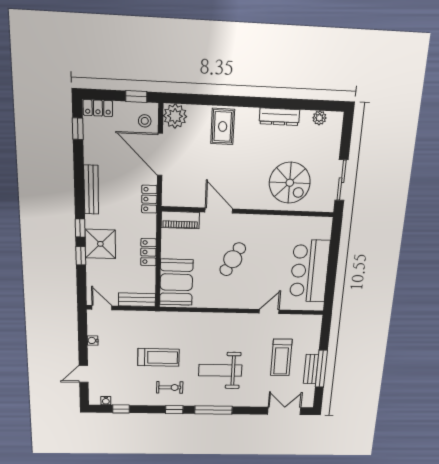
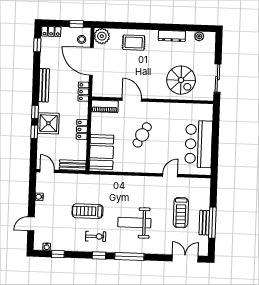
rug: (223, 126) -> (134, 43), turned 90
treadmill: (158, 357) -> (88, 211), turned 180

